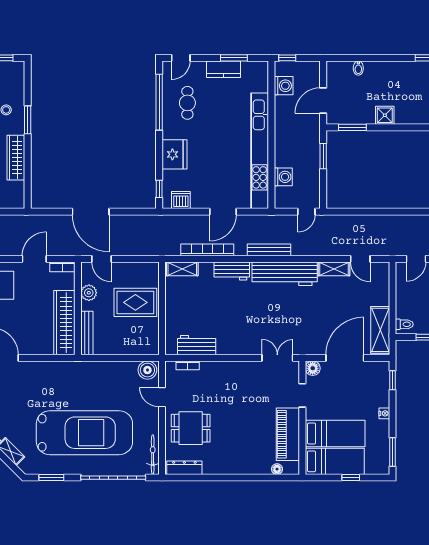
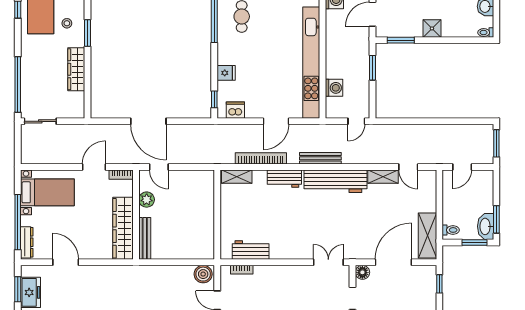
fridge: (174, 154) -> (226, 73), width x0.53, depth x0.75
rug: (135, 302) -> (191, 209), removed

